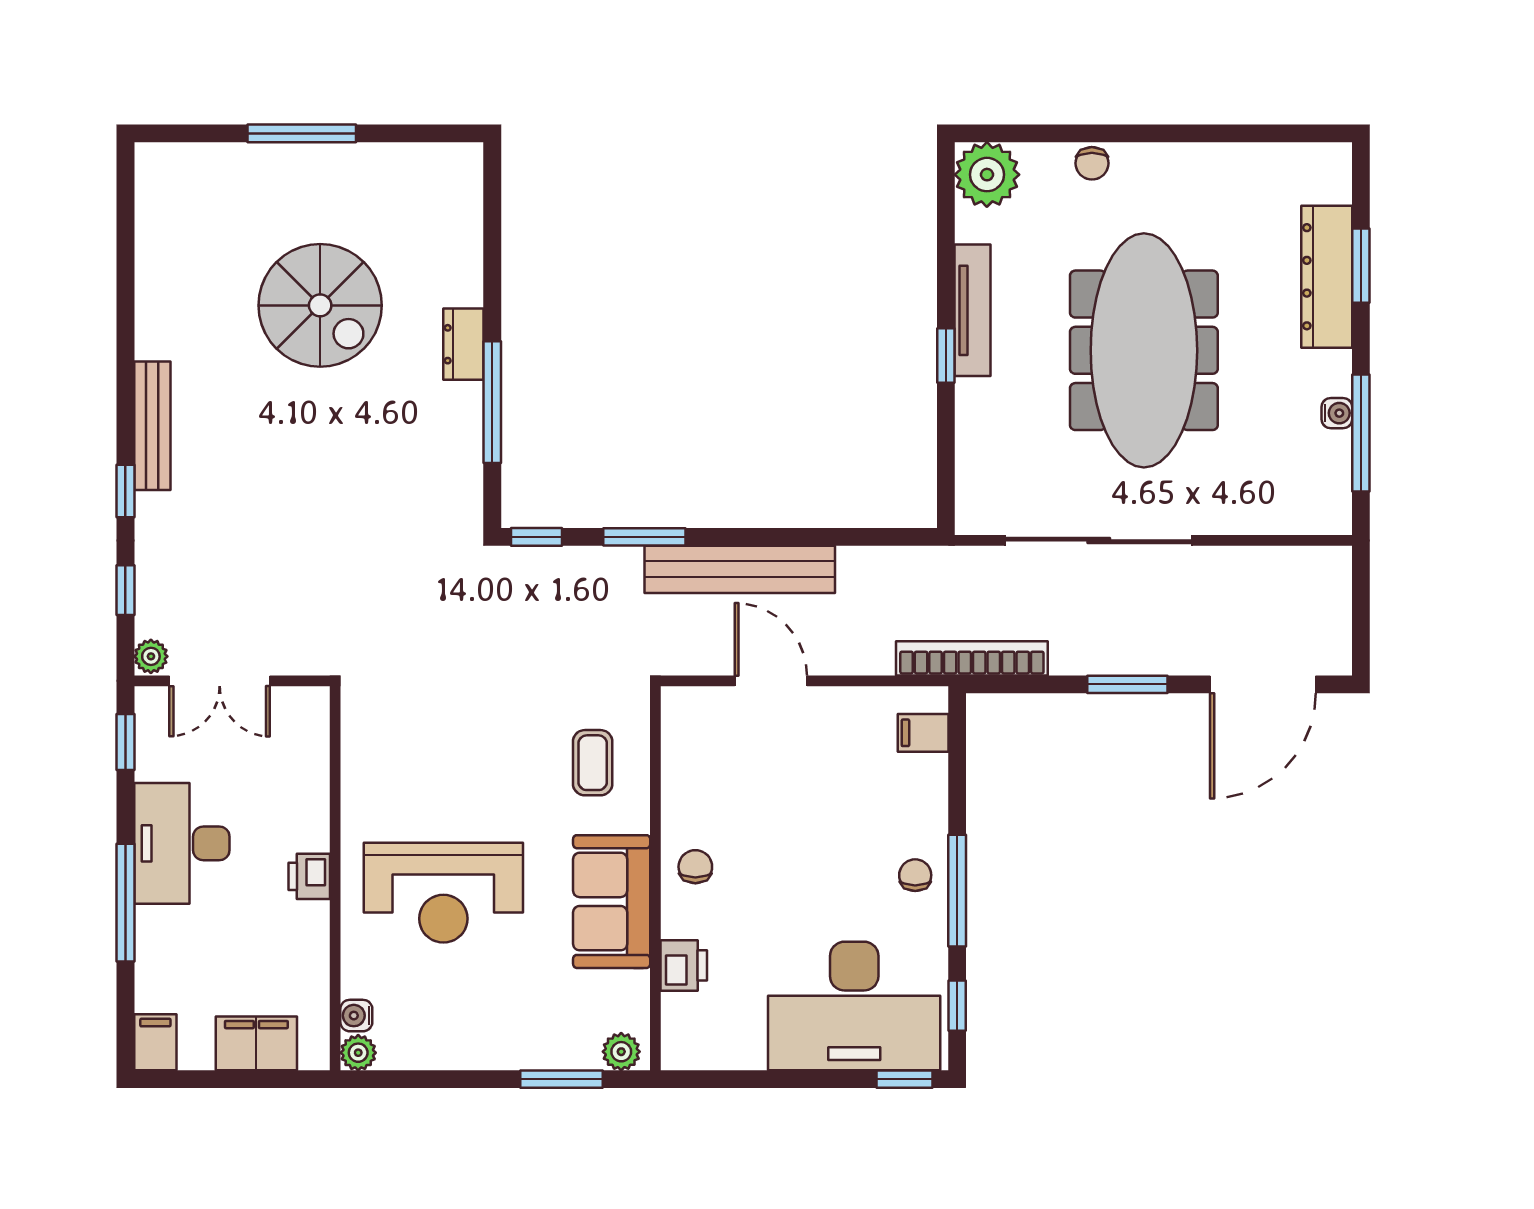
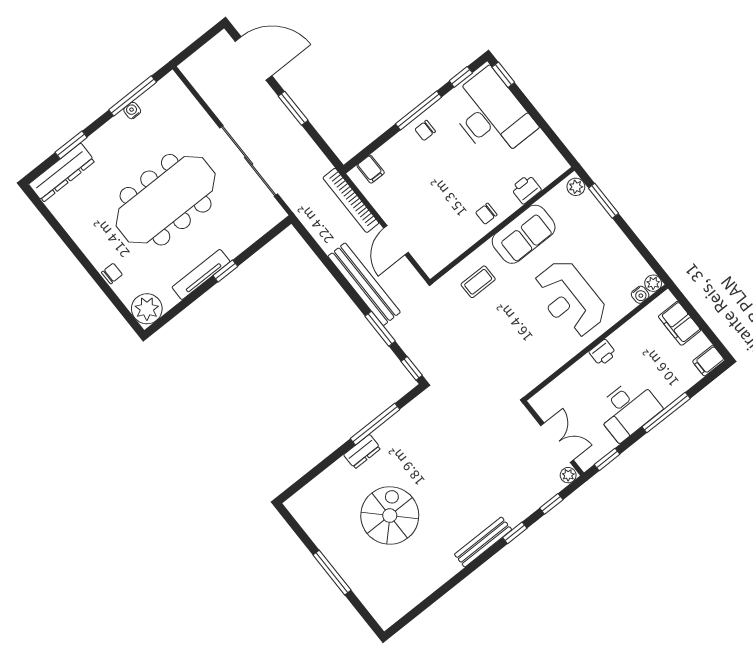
dresser: (1327, 277) -> (62, 173), moved
bookcase: (972, 658) -> (351, 200), moved
reception desk: (443, 893) -> (570, 299), turned 180

